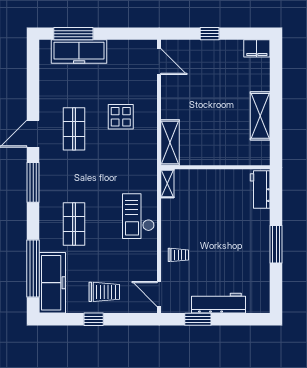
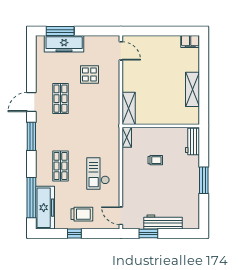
window: (210, 34) -> (157, 31), removed
display table: (121, 117) -> (89, 75), moved
checkout: (138, 216) -> (98, 174), moved
trolley: (178, 255) -> (155, 160), moved

